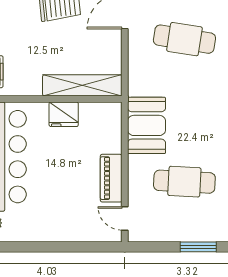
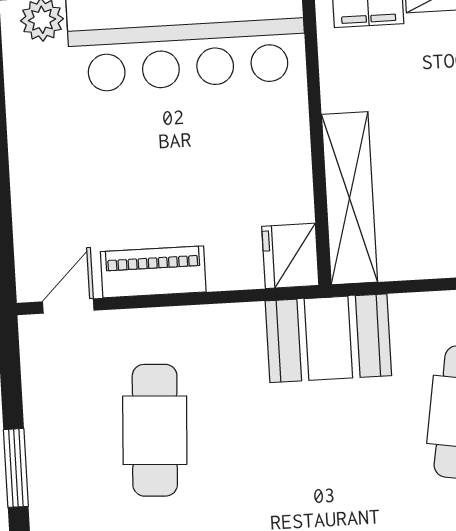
fridge: (64, 114) -> (290, 256), moved
booth: (147, 125) -> (328, 338), moved

